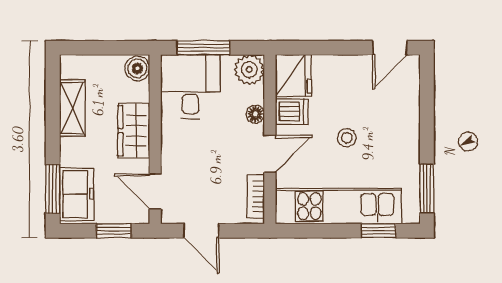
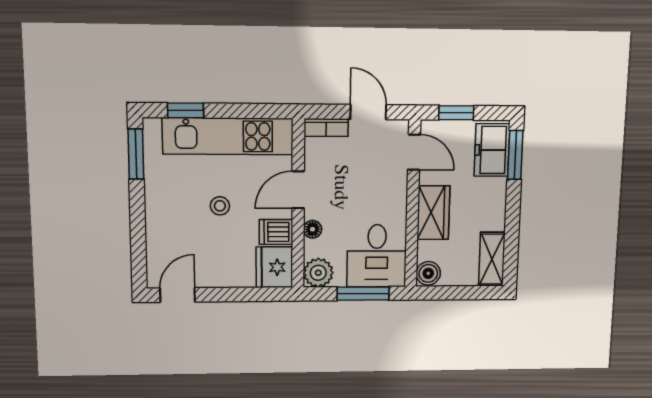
shelving: (72, 108) -> (492, 259), moved
bookcase: (256, 197) -> (326, 128), moved, turned 90

